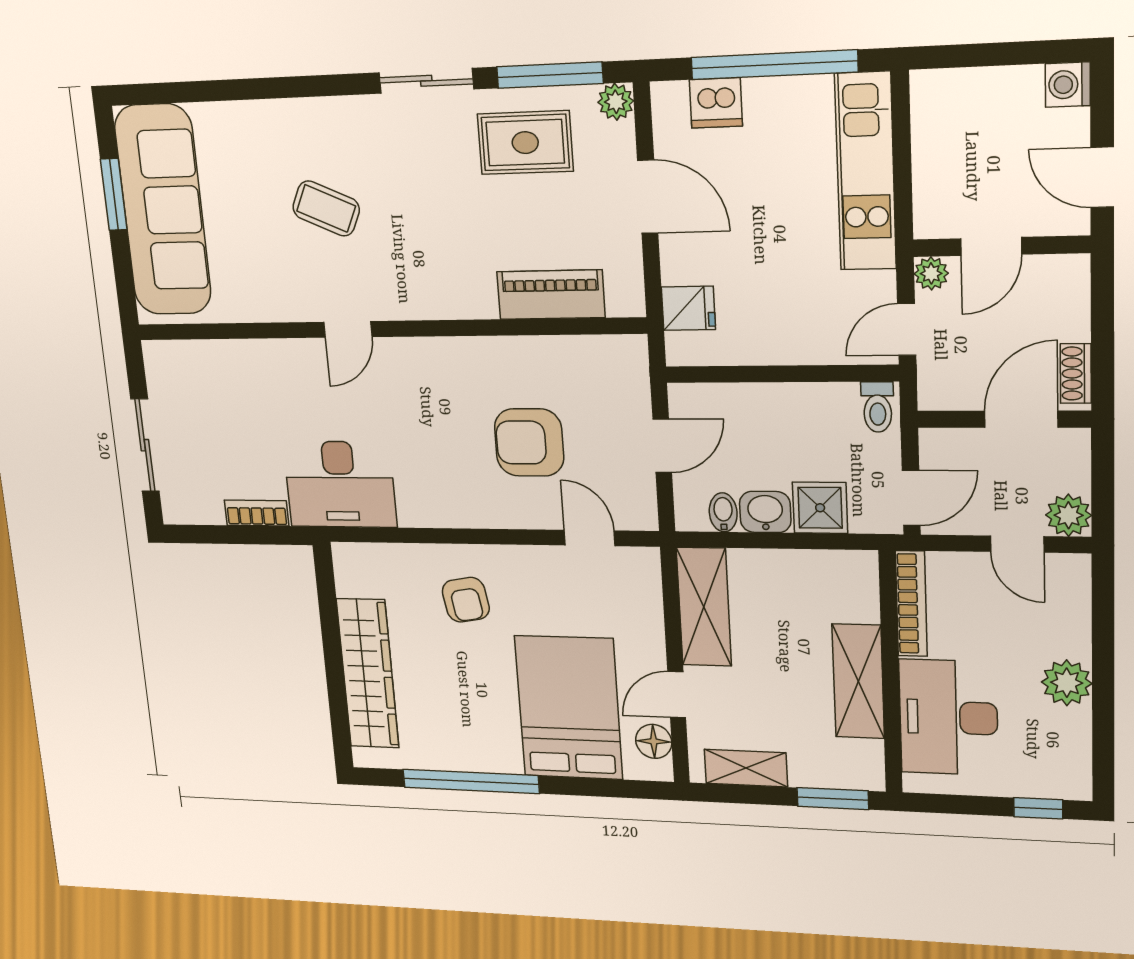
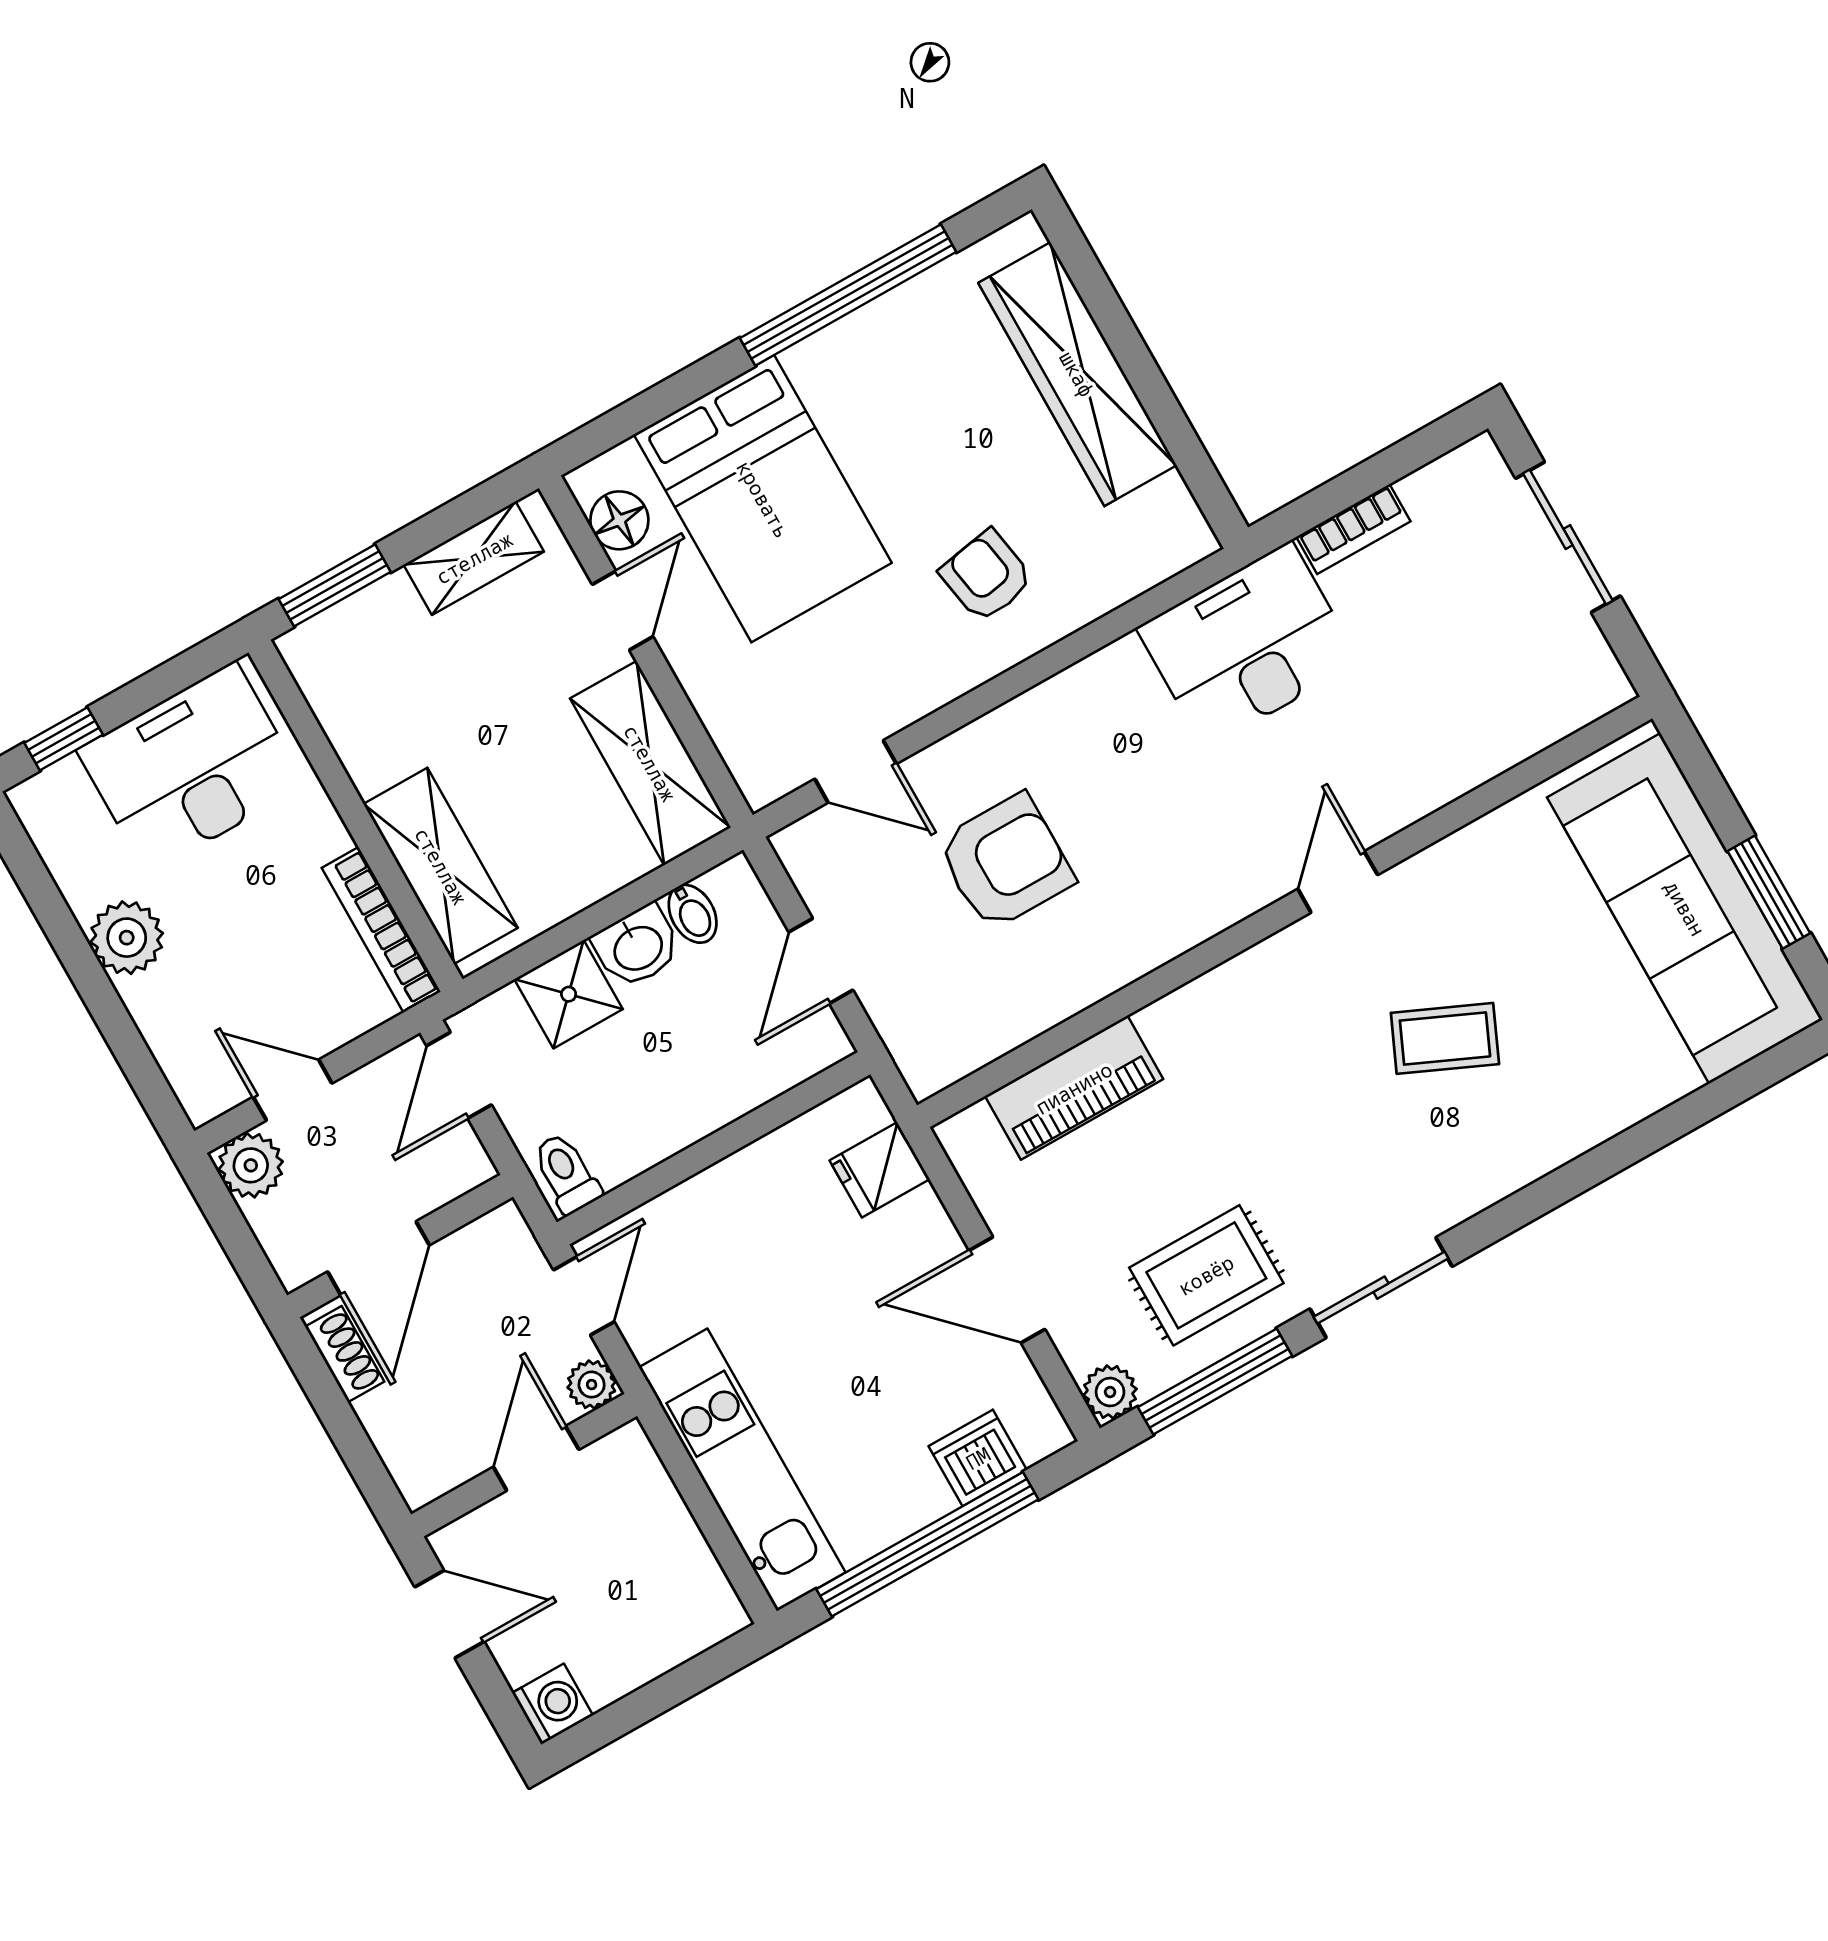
shelving: (858, 681) -> (441, 866), moved
desk: (948, 717) -> (191, 768), moved, turned -90

